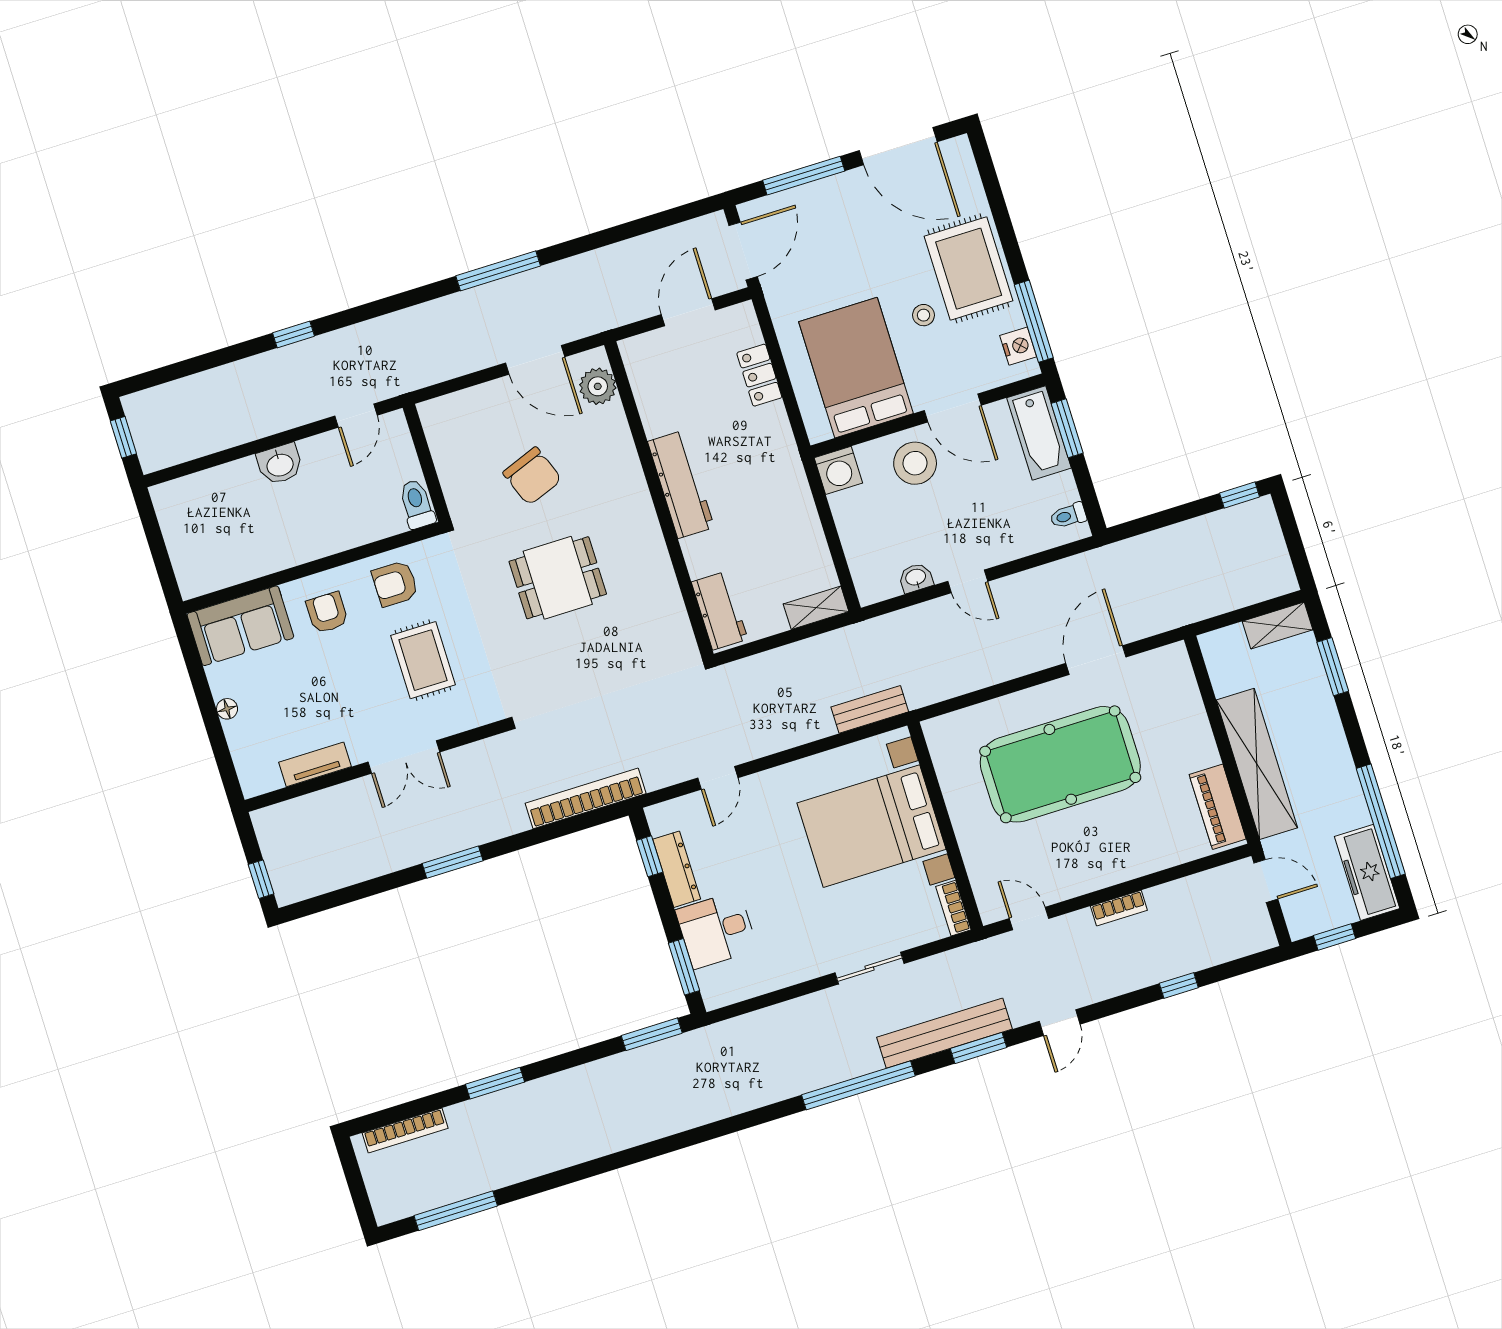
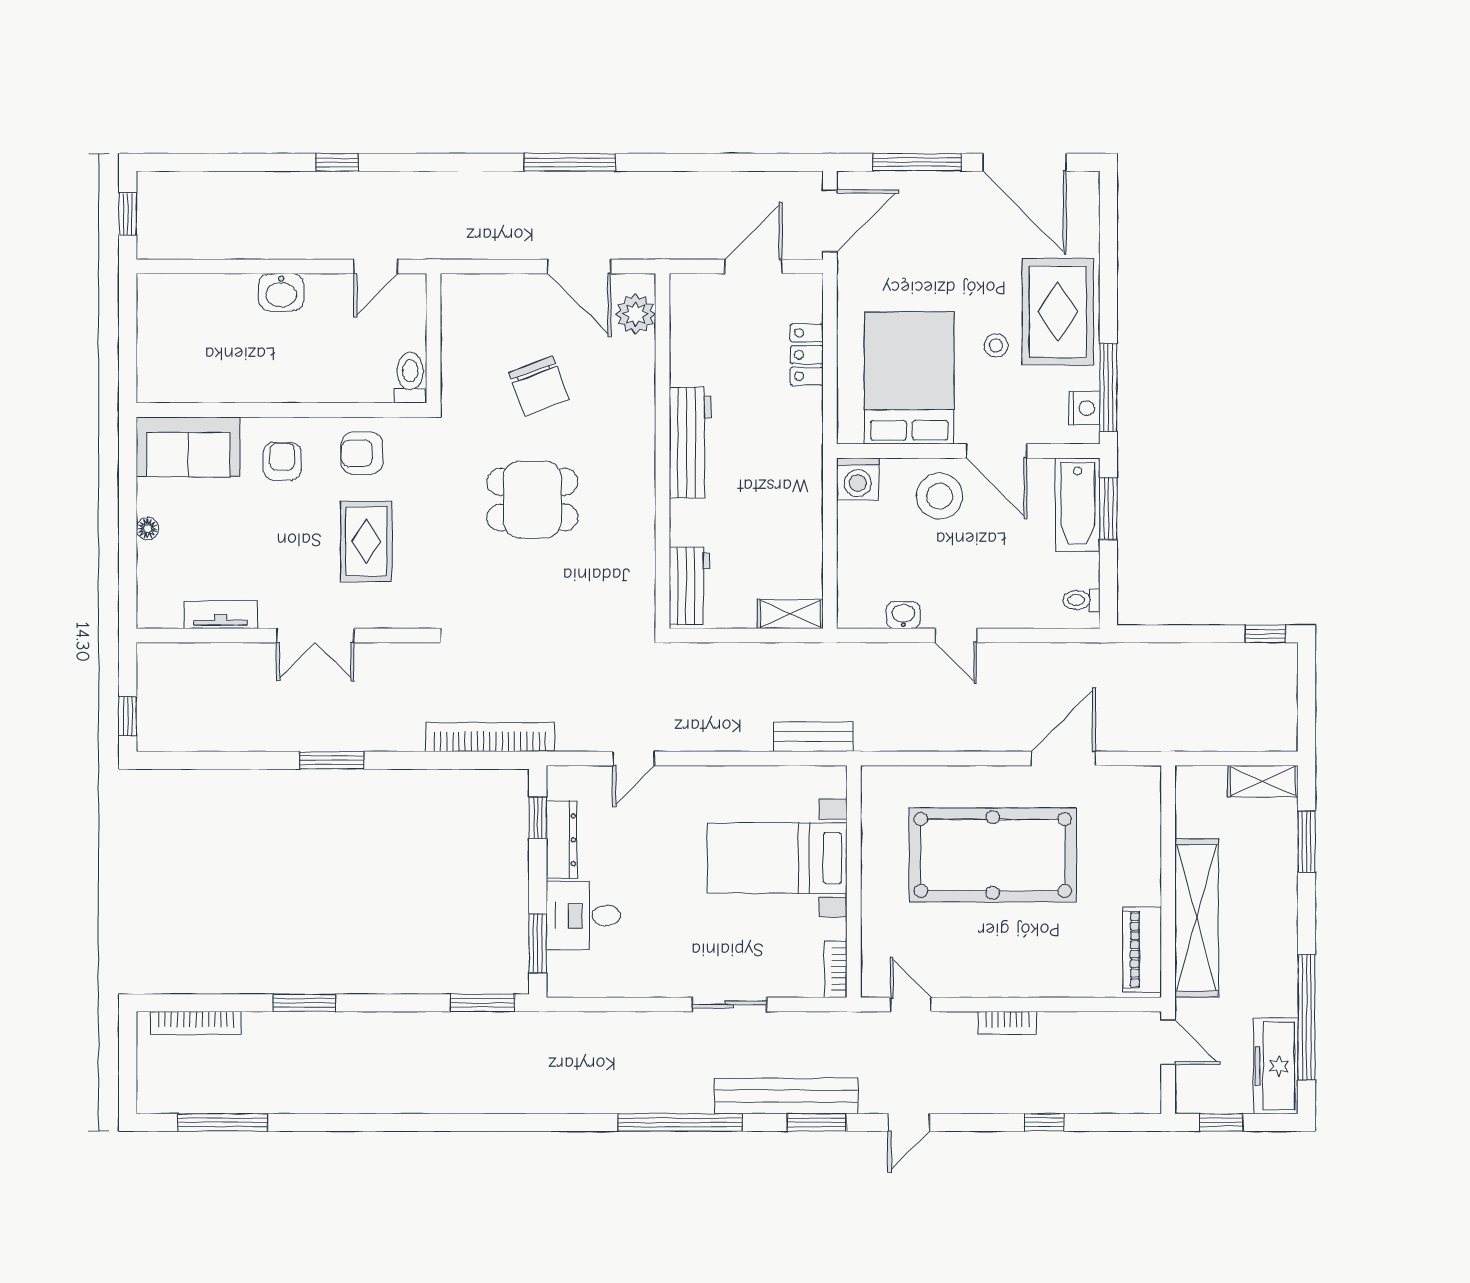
bed with nightstands: (871, 826) -> (777, 858), width x0.73

